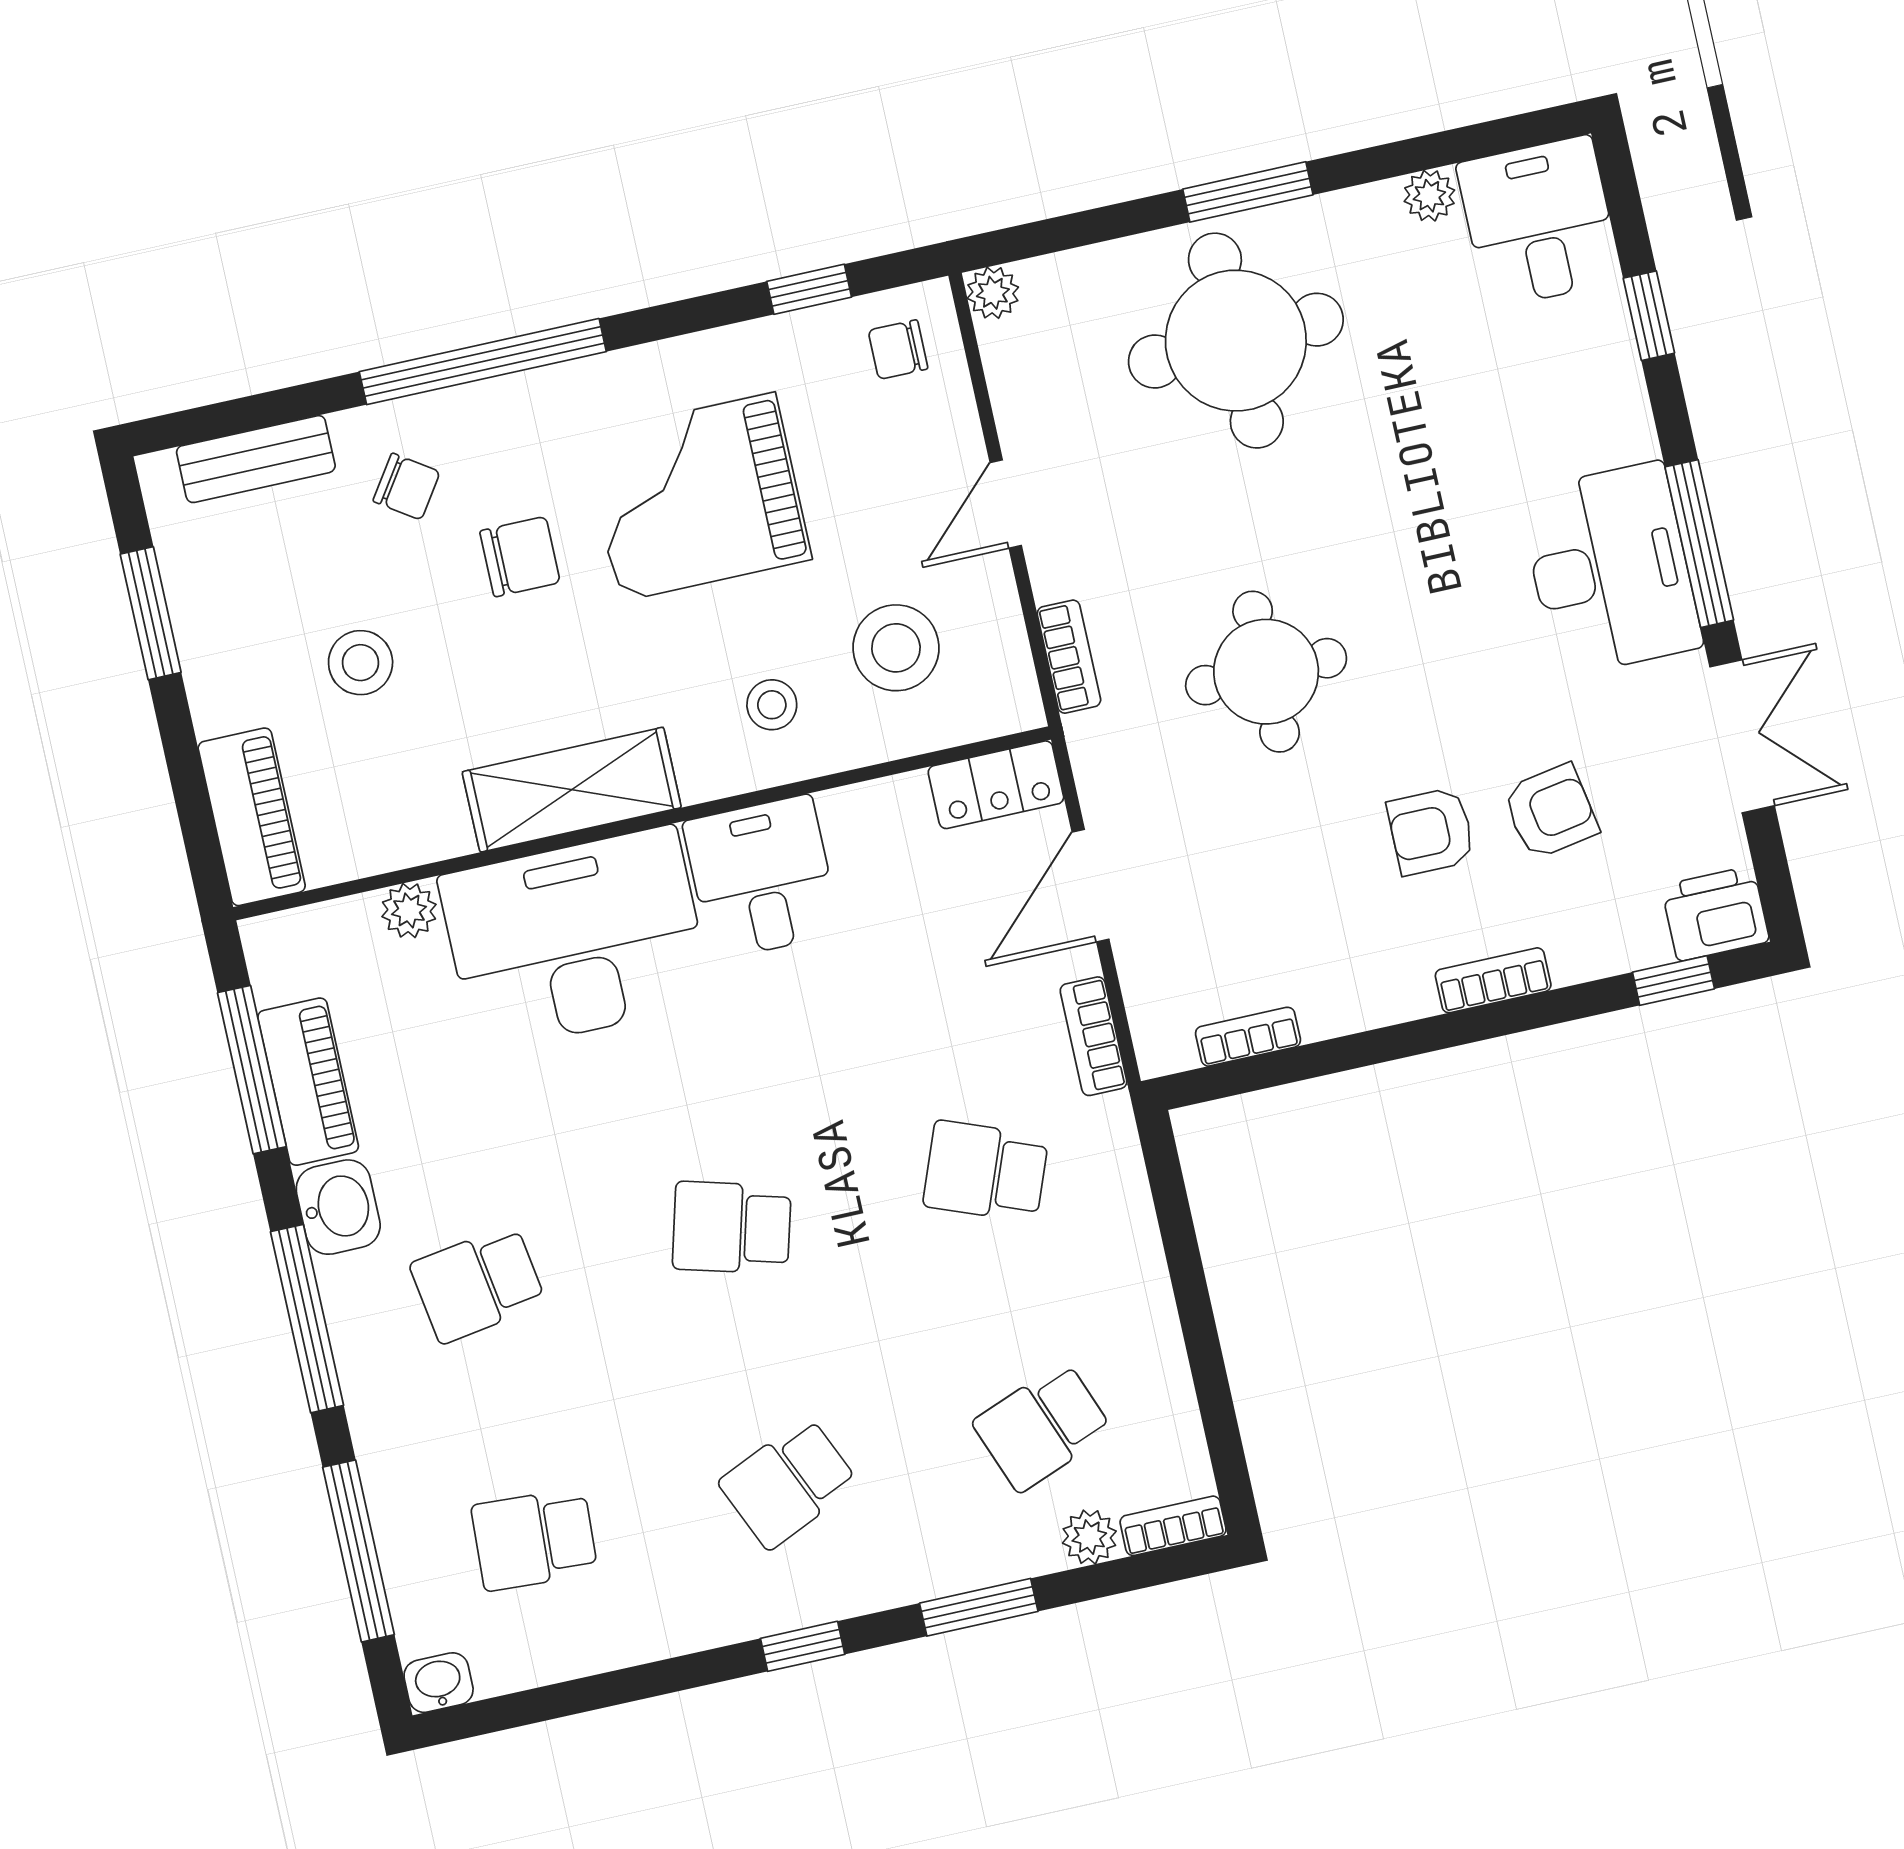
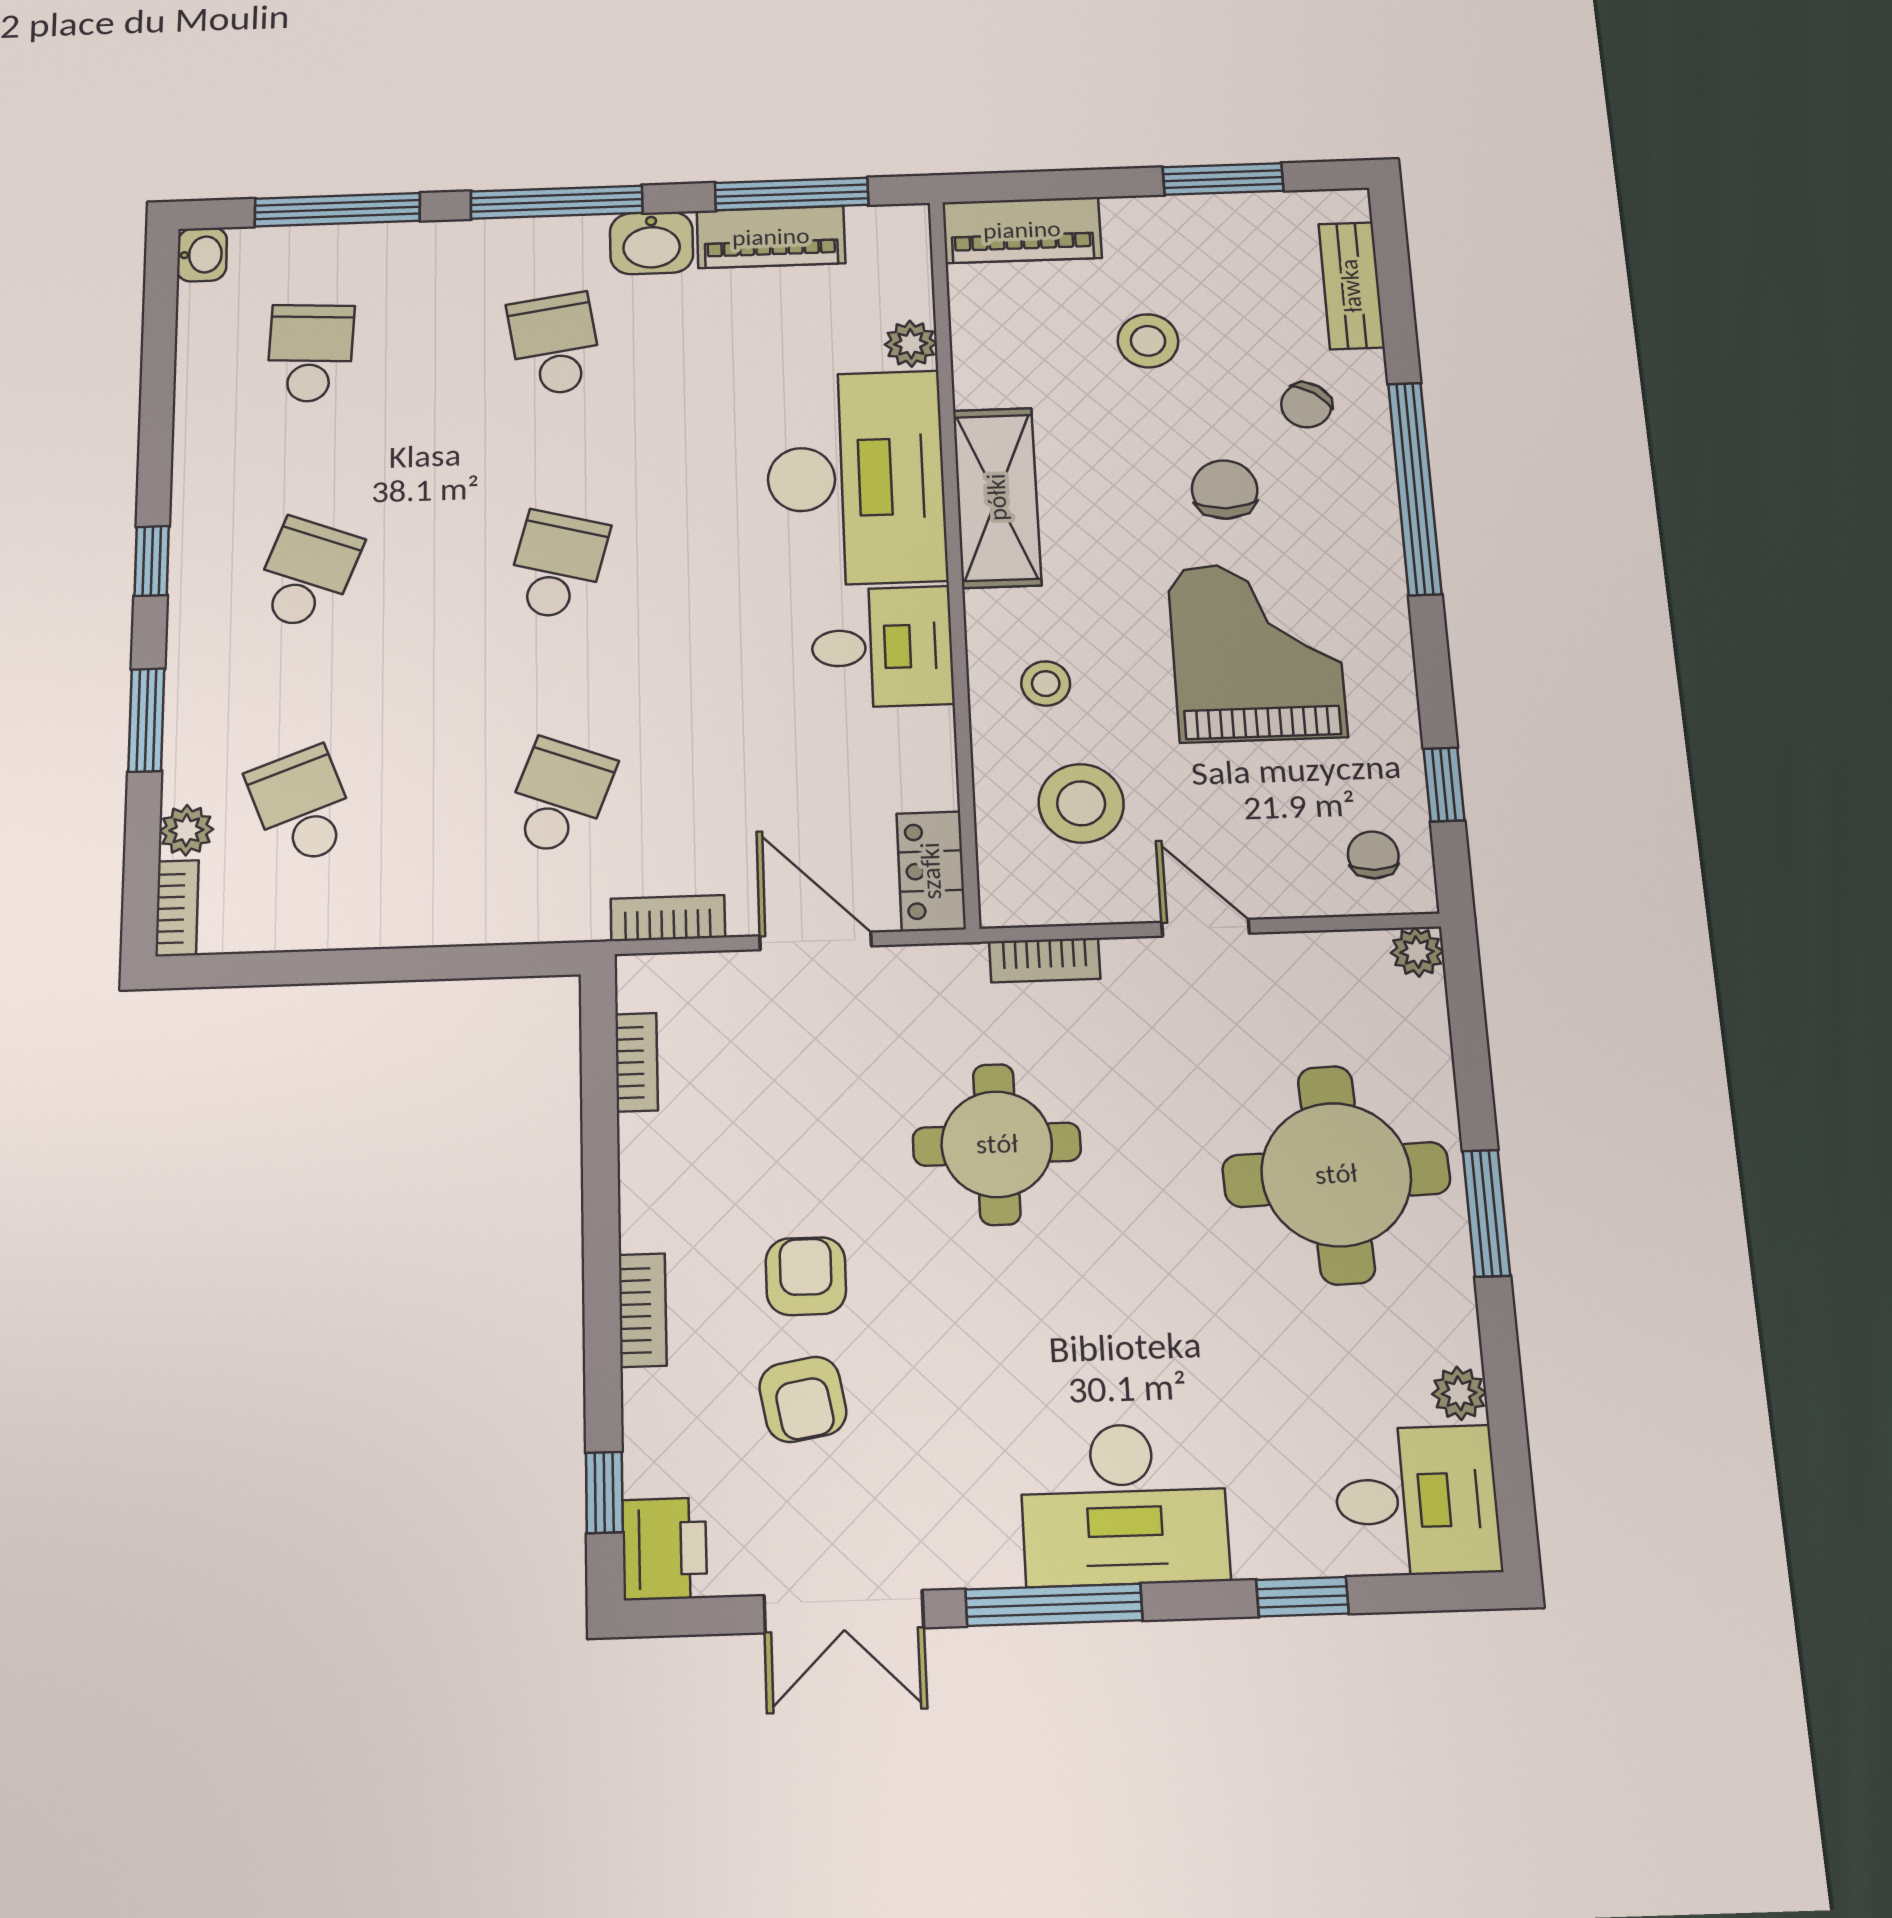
chair: (520, 557) -> (1225, 490), turned 180
desk: (1610, 569) -> (1124, 1504), moved
school desk: (788, 1483) -> (306, 574), turned 45

